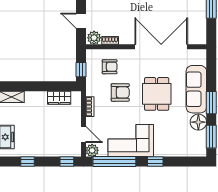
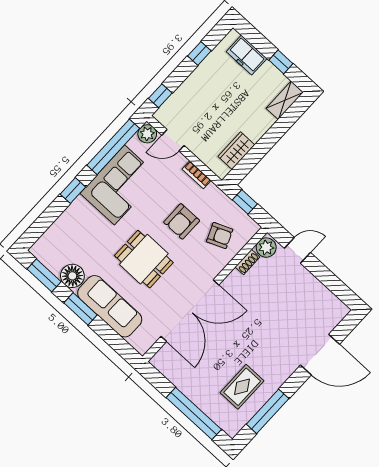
armchair: (110, 67) -> (220, 235), turned -113

